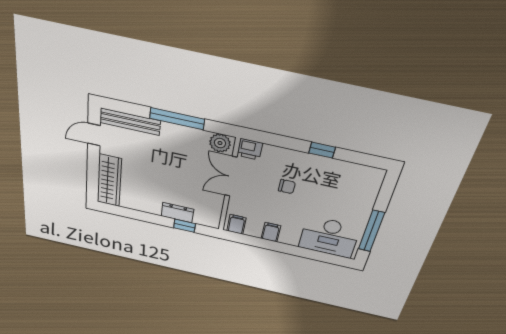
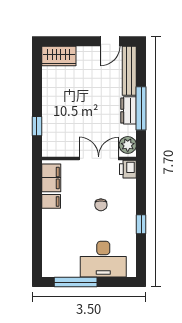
door: (94, 135) -> (110, 41), swing flipped
wardrobe: (109, 181) -> (59, 56), width x0.67
dresser: (177, 213) -> (128, 110), moved, turned 180
filing cabinet: (236, 224) -> (51, 178), width x2.00
desk: (329, 237) -> (103, 259), moved, turned -90

